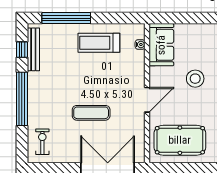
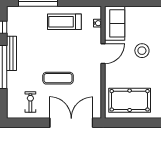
bench: (33, 49) -> (11, 53), moved
door: (147, 100) -> (103, 54), moved
exercise bike: (42, 142) -> (30, 102), moved

